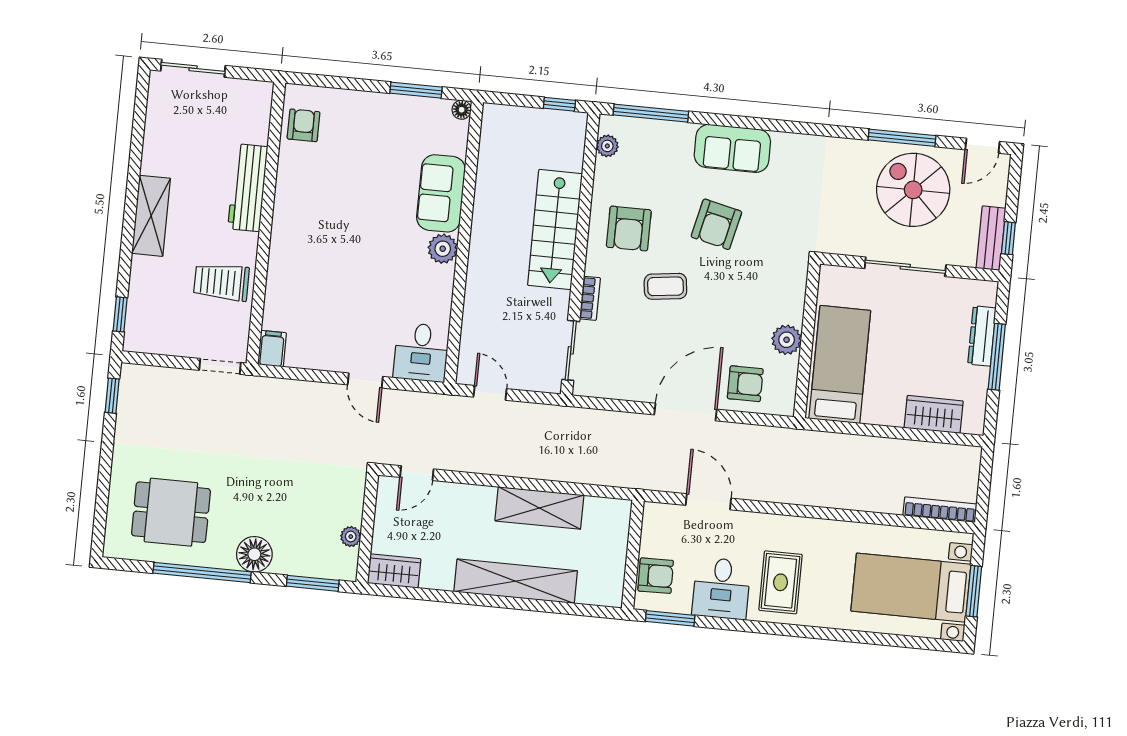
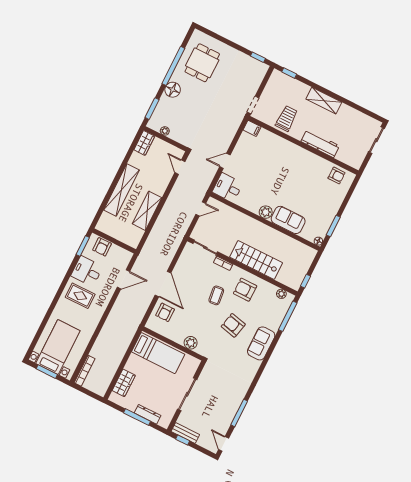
spiral stairs: (913, 190) -> (217, 409), removed
plant: (787, 340) -> (191, 343), moved

